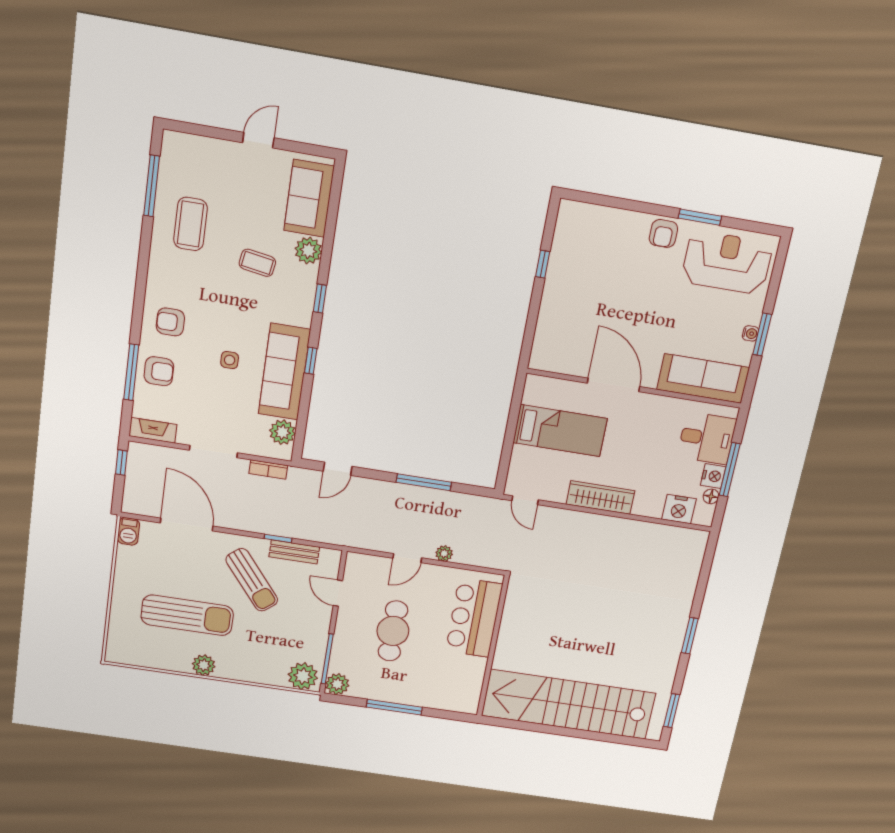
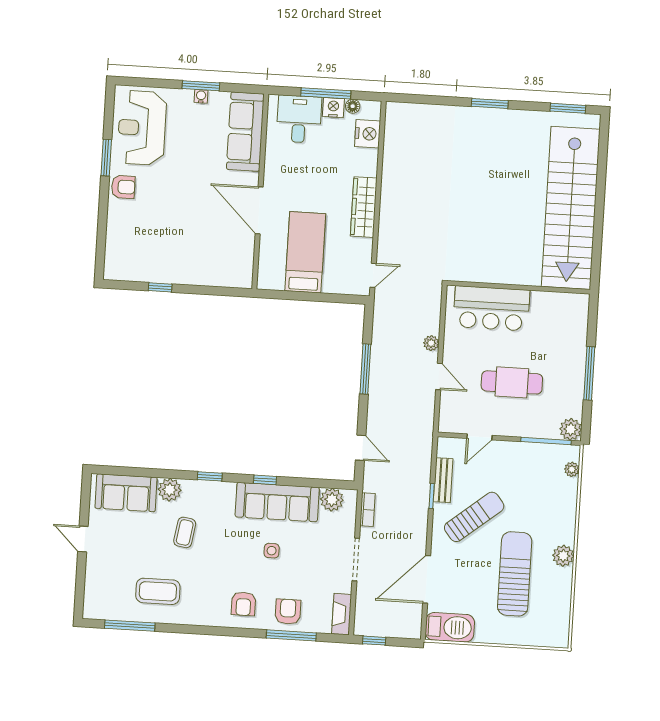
door: (614, 385) -> (259, 210), hinge flipped
barbecue: (129, 531) -> (450, 627), width x1.88, depth x1.53
plant: (303, 676) -> (572, 469), width x0.53, depth x0.53

